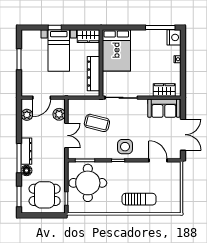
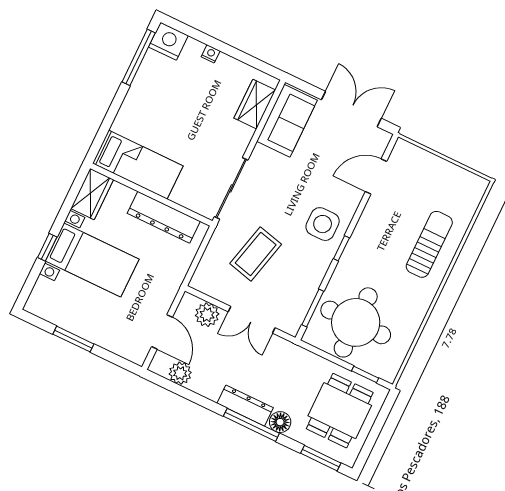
bed: (116, 50) -> (138, 165), width x0.67
double door: (66, 135) -> (252, 320), swing flipped

